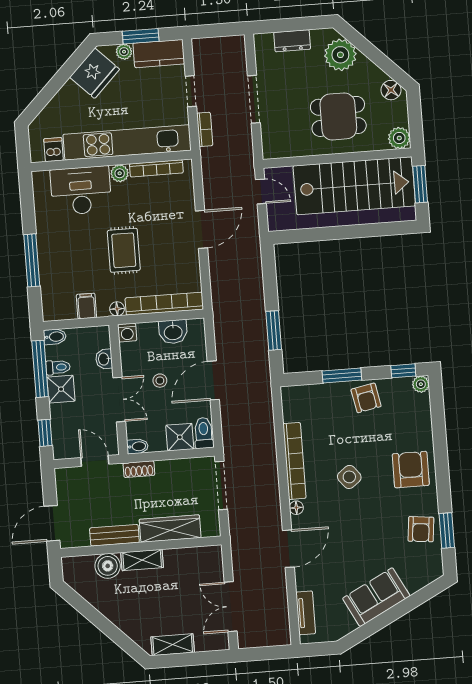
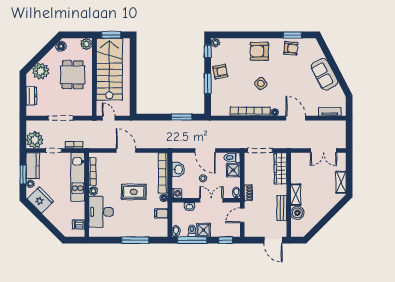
plant: (209, 54) -> (35, 140), added
kitchen unit: (127, 142) -> (78, 177), width x0.73
door: (261, 191) -> (109, 118), hinge flipped
wardrobe: (170, 529) -> (280, 168), moved

